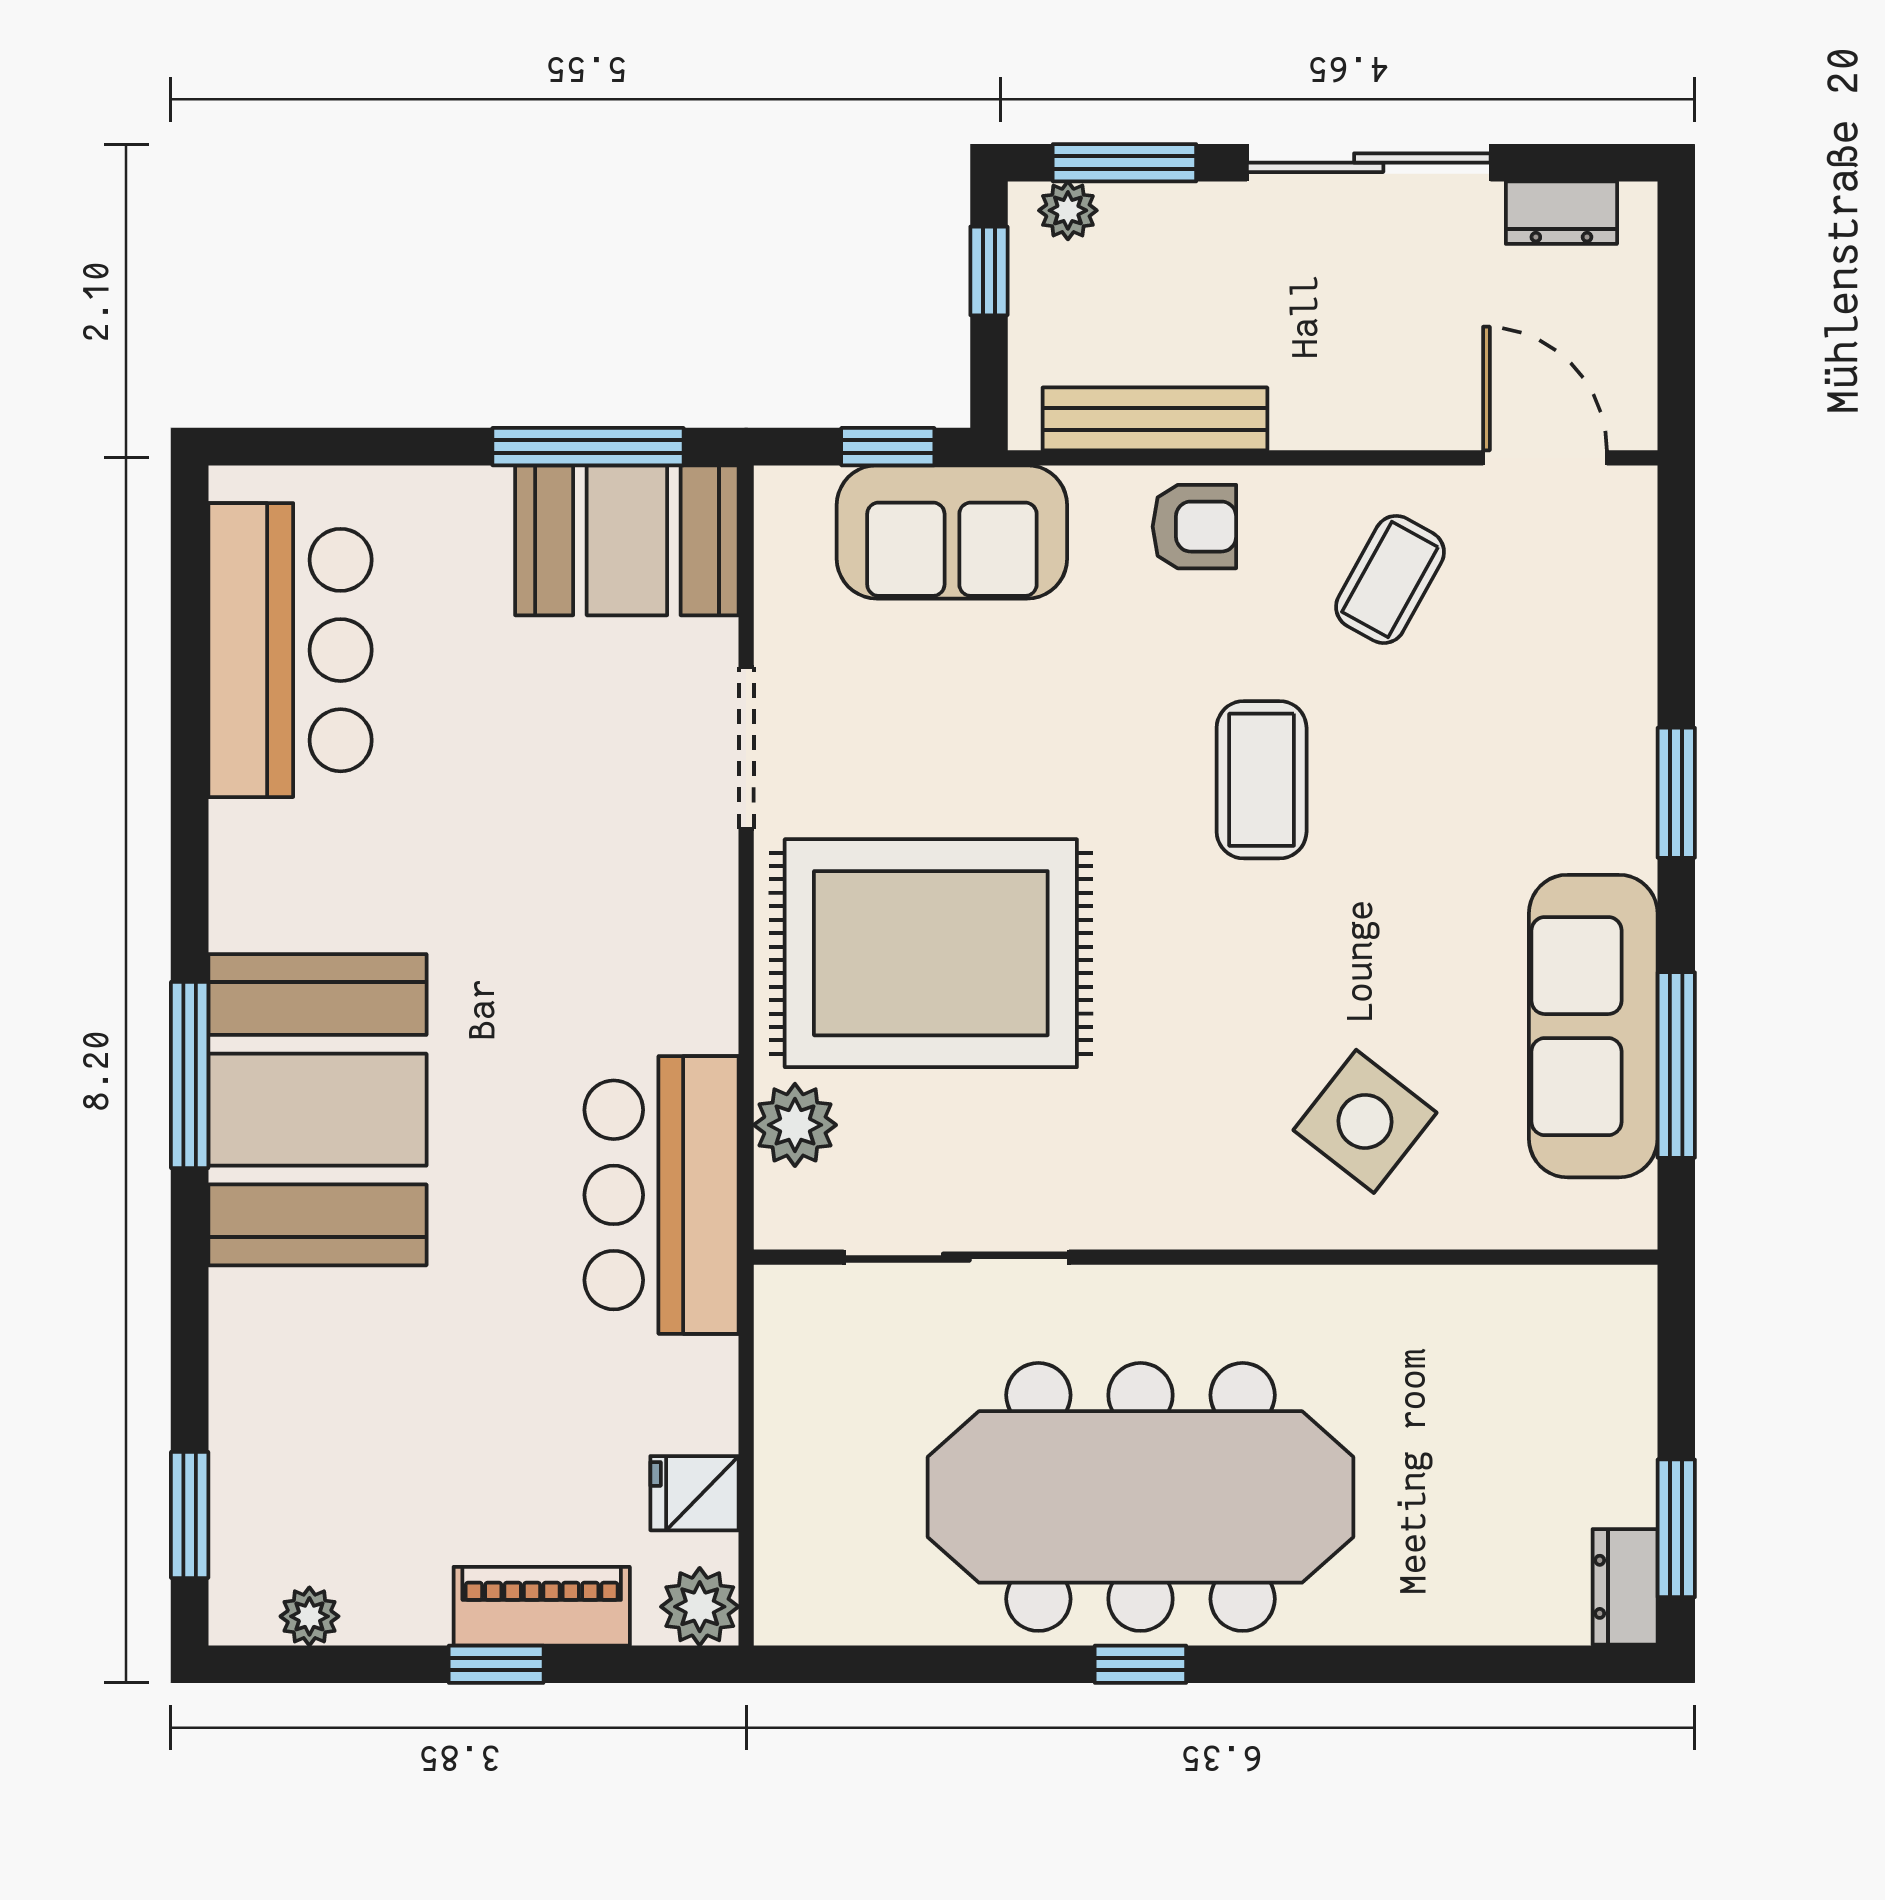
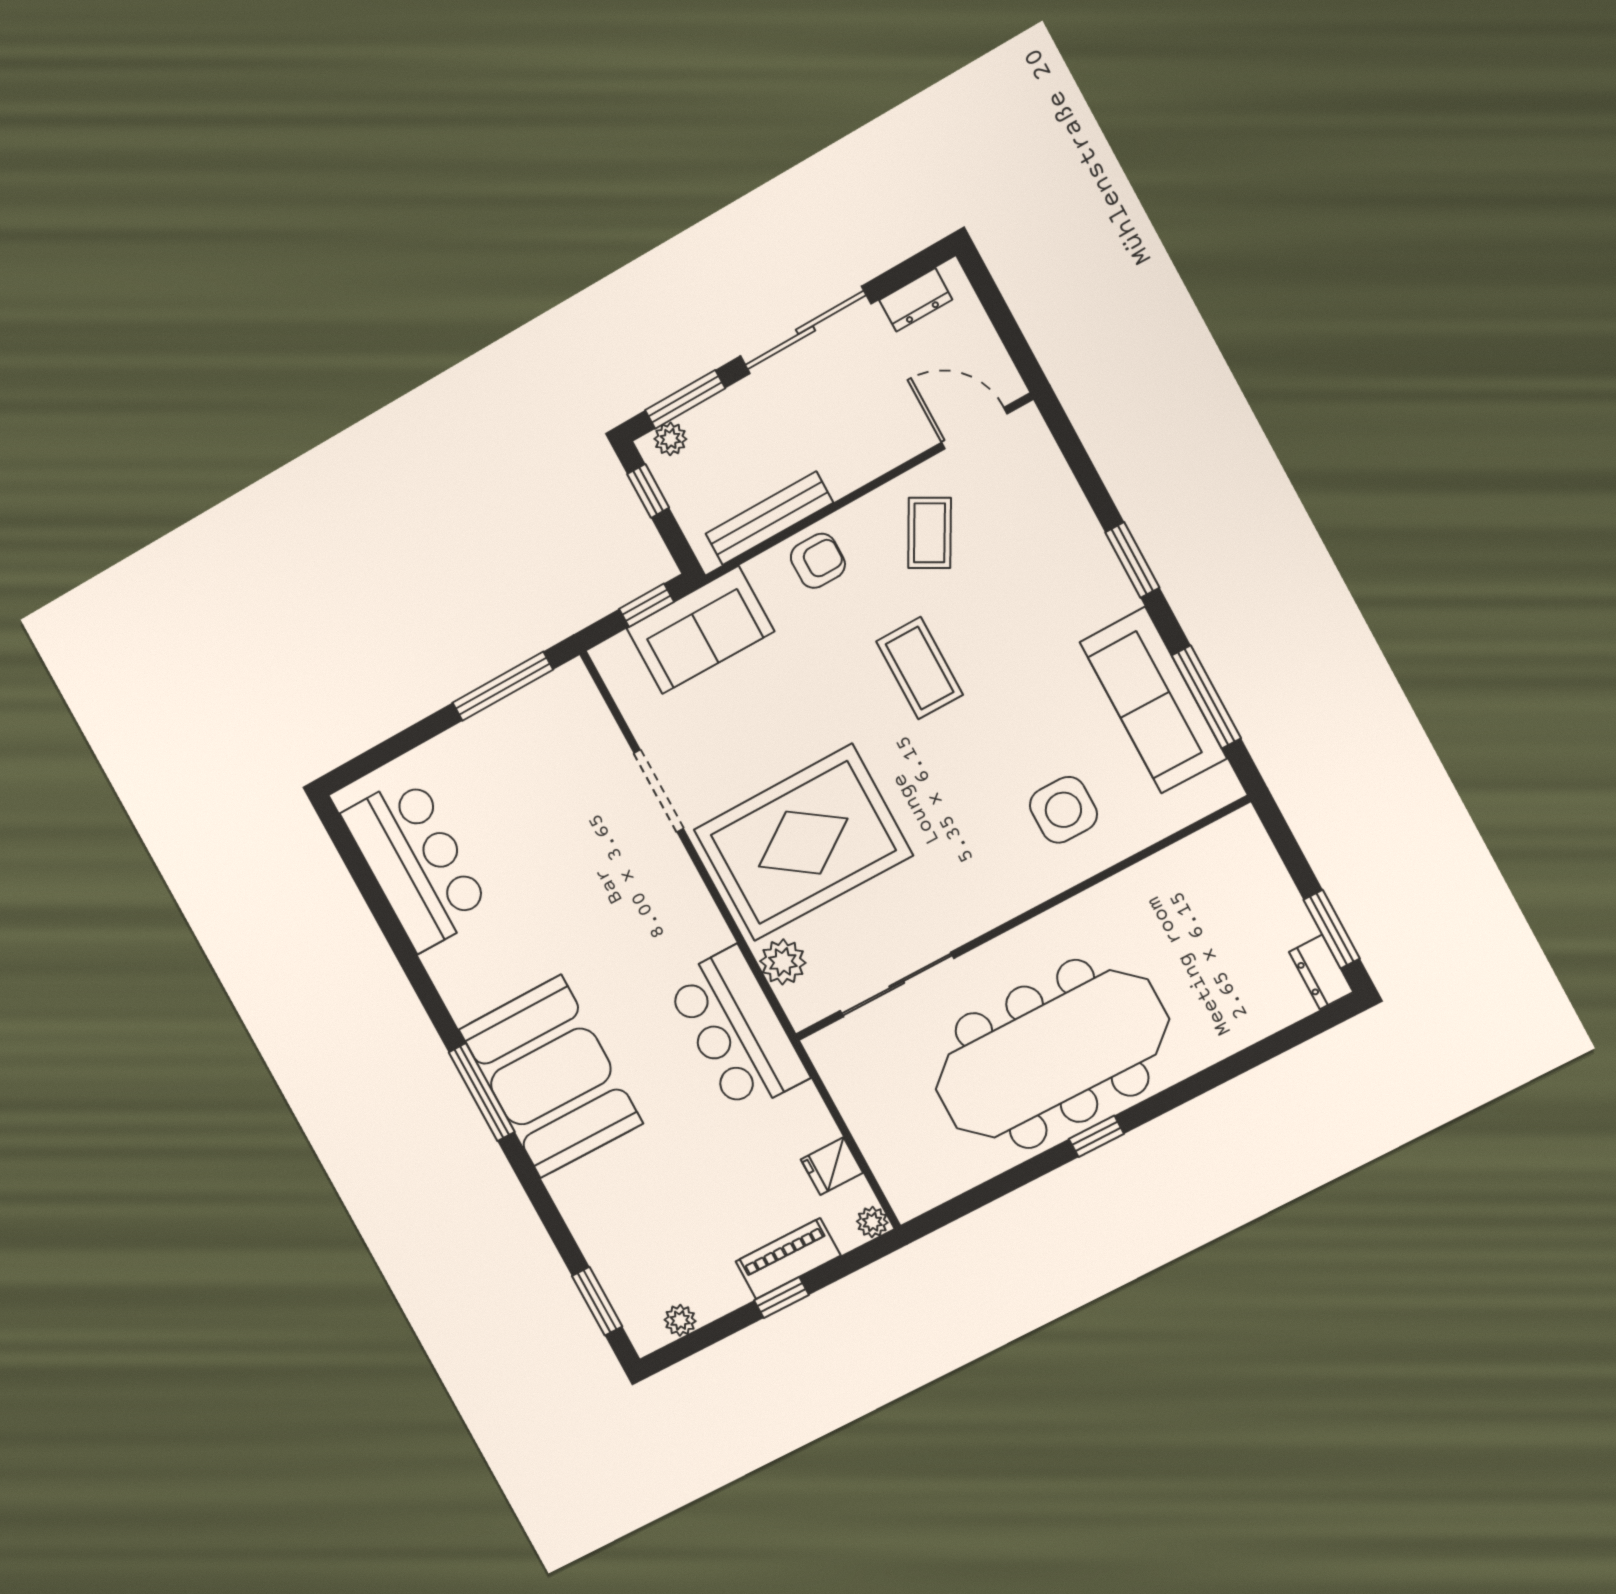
booth: (627, 540) -> (546, 721), removed
side table: (1365, 1121) -> (1063, 810), turned -38
plant: (700, 1607) -> (872, 1222), width x0.73, depth x0.73

